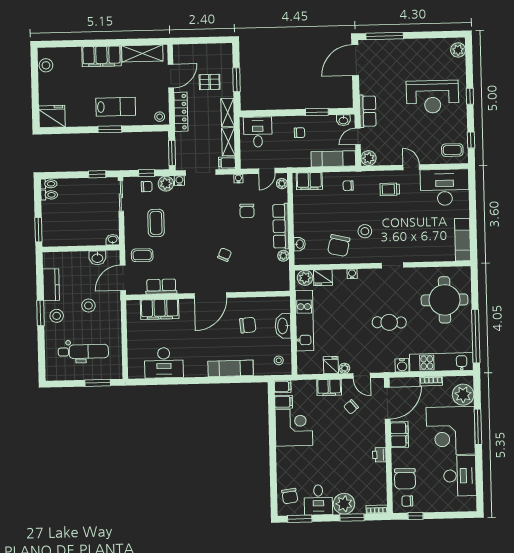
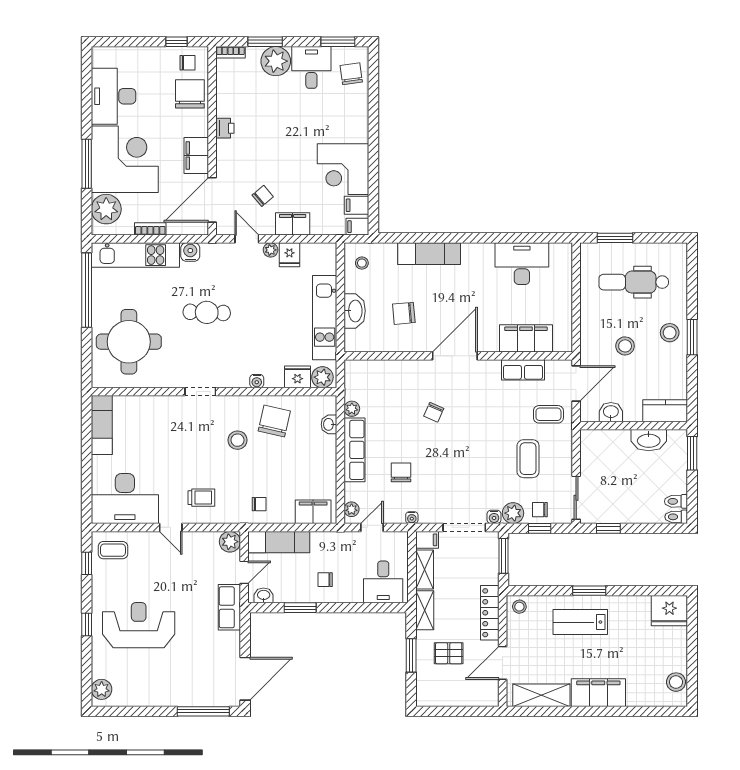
washbasin: (113, 240) -> (649, 440), moved, width x1.91, depth x1.45
kitchen counter: (51, 285) -> (665, 411), moved, turned 90

